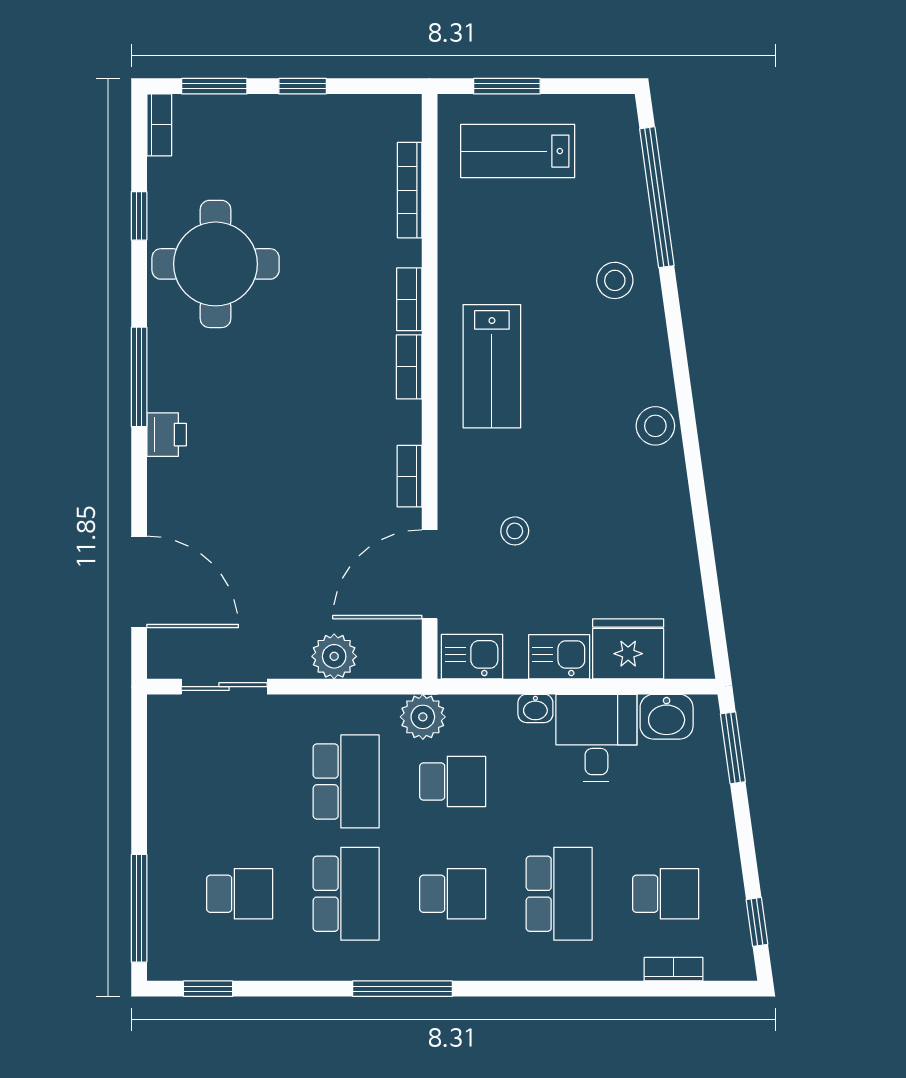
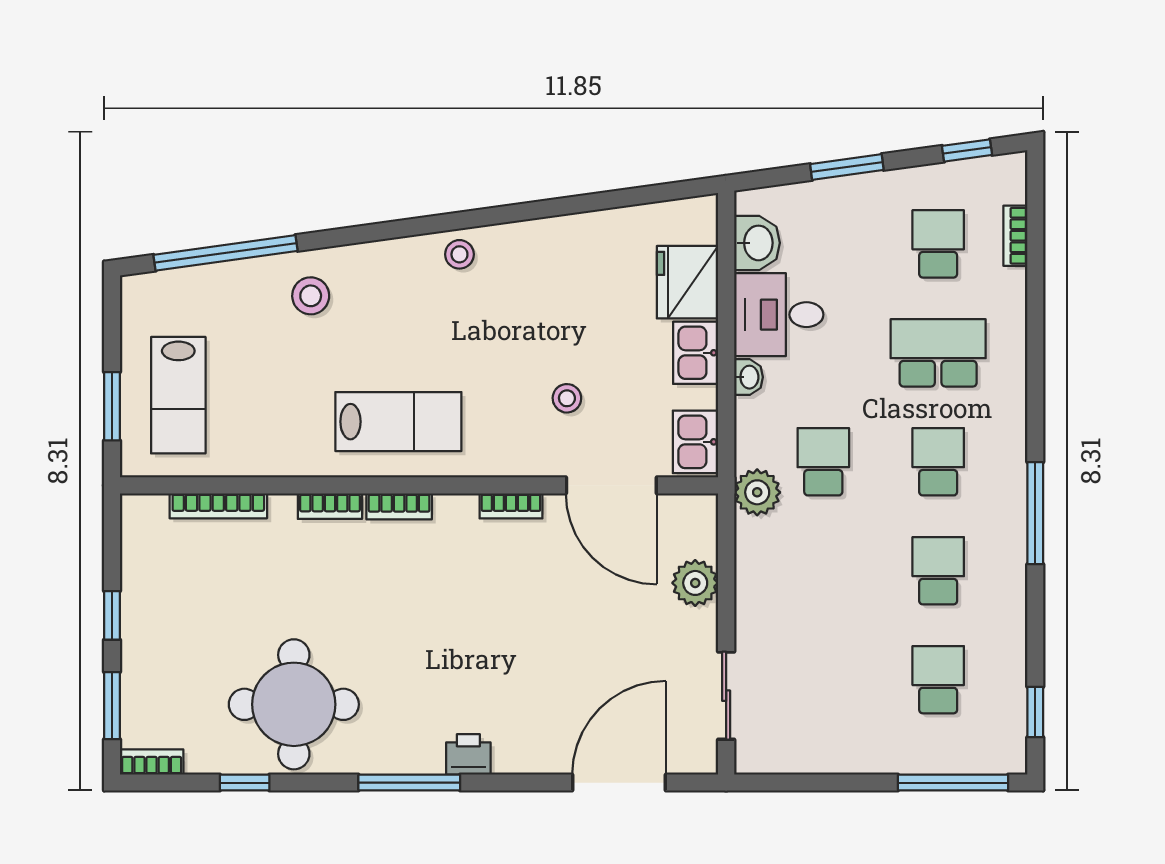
stool: (655, 426) -> (459, 254), width x0.73, depth x0.73
window: (733, 748) -> (847, 167), moved
school desk: (346, 781) -> (823, 571), removed
school desk: (346, 894) -> (938, 571), width x0.54

